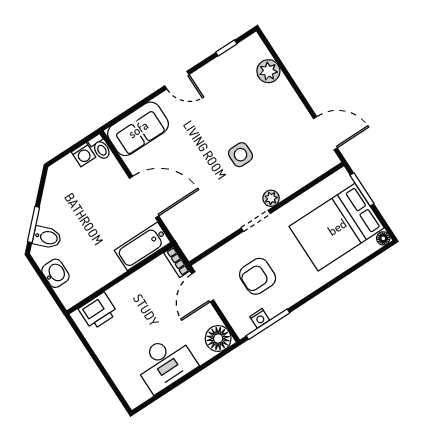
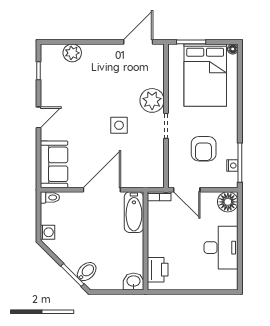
washing machine: (83, 155) -> (48, 232), moved
side table: (240, 155) -> (119, 125), moved
plant: (271, 198) -> (152, 100), width x1.87, depth x1.87
washbasin: (55, 273) -> (133, 282), moved

